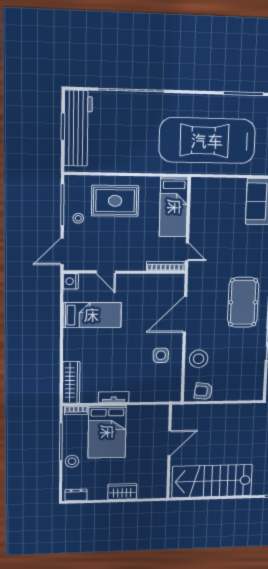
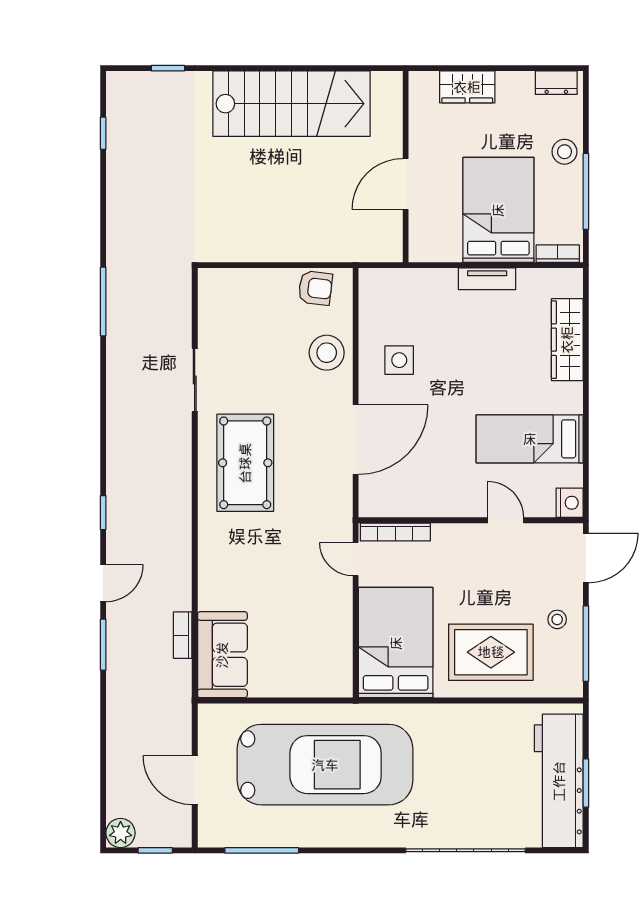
bed: (174, 207) -> (396, 643), width x1.50
wardrobe: (71, 382) -> (567, 340), moved
door: (169, 443) -> (406, 184), moved
wall: (169, 452) -> (406, 167), moved

